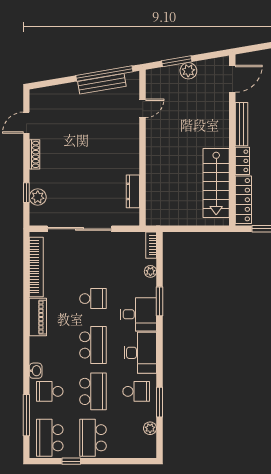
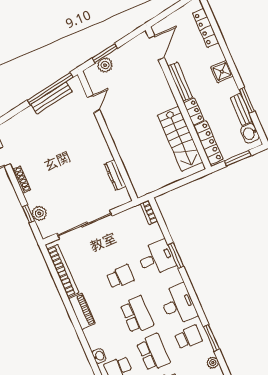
plant: (188, 71) -> (105, 65), moved
plant: (150, 271) -> (158, 234), removed
desk: (138, 314) -> (156, 258), moved

